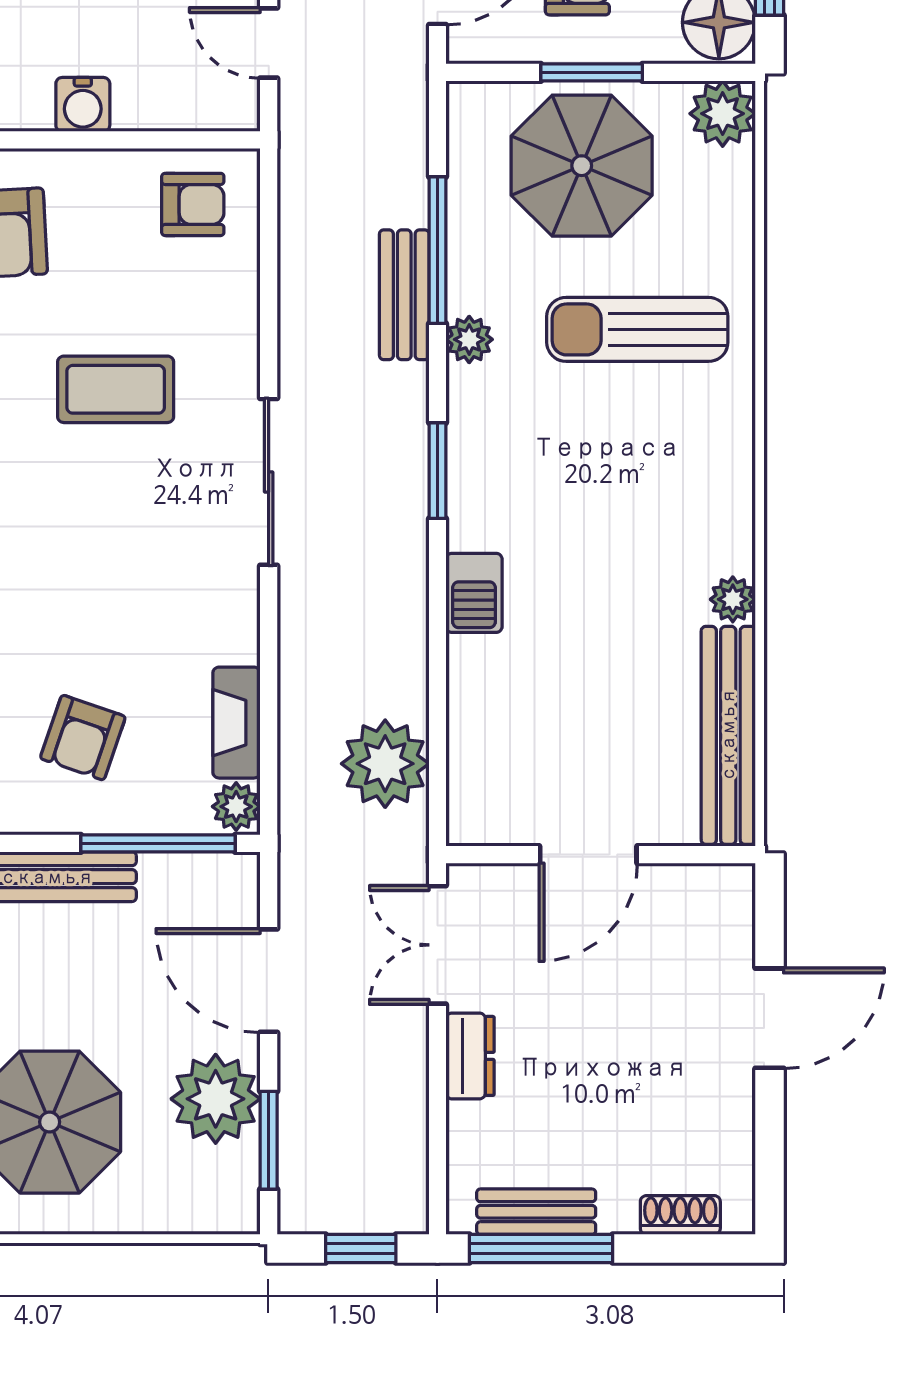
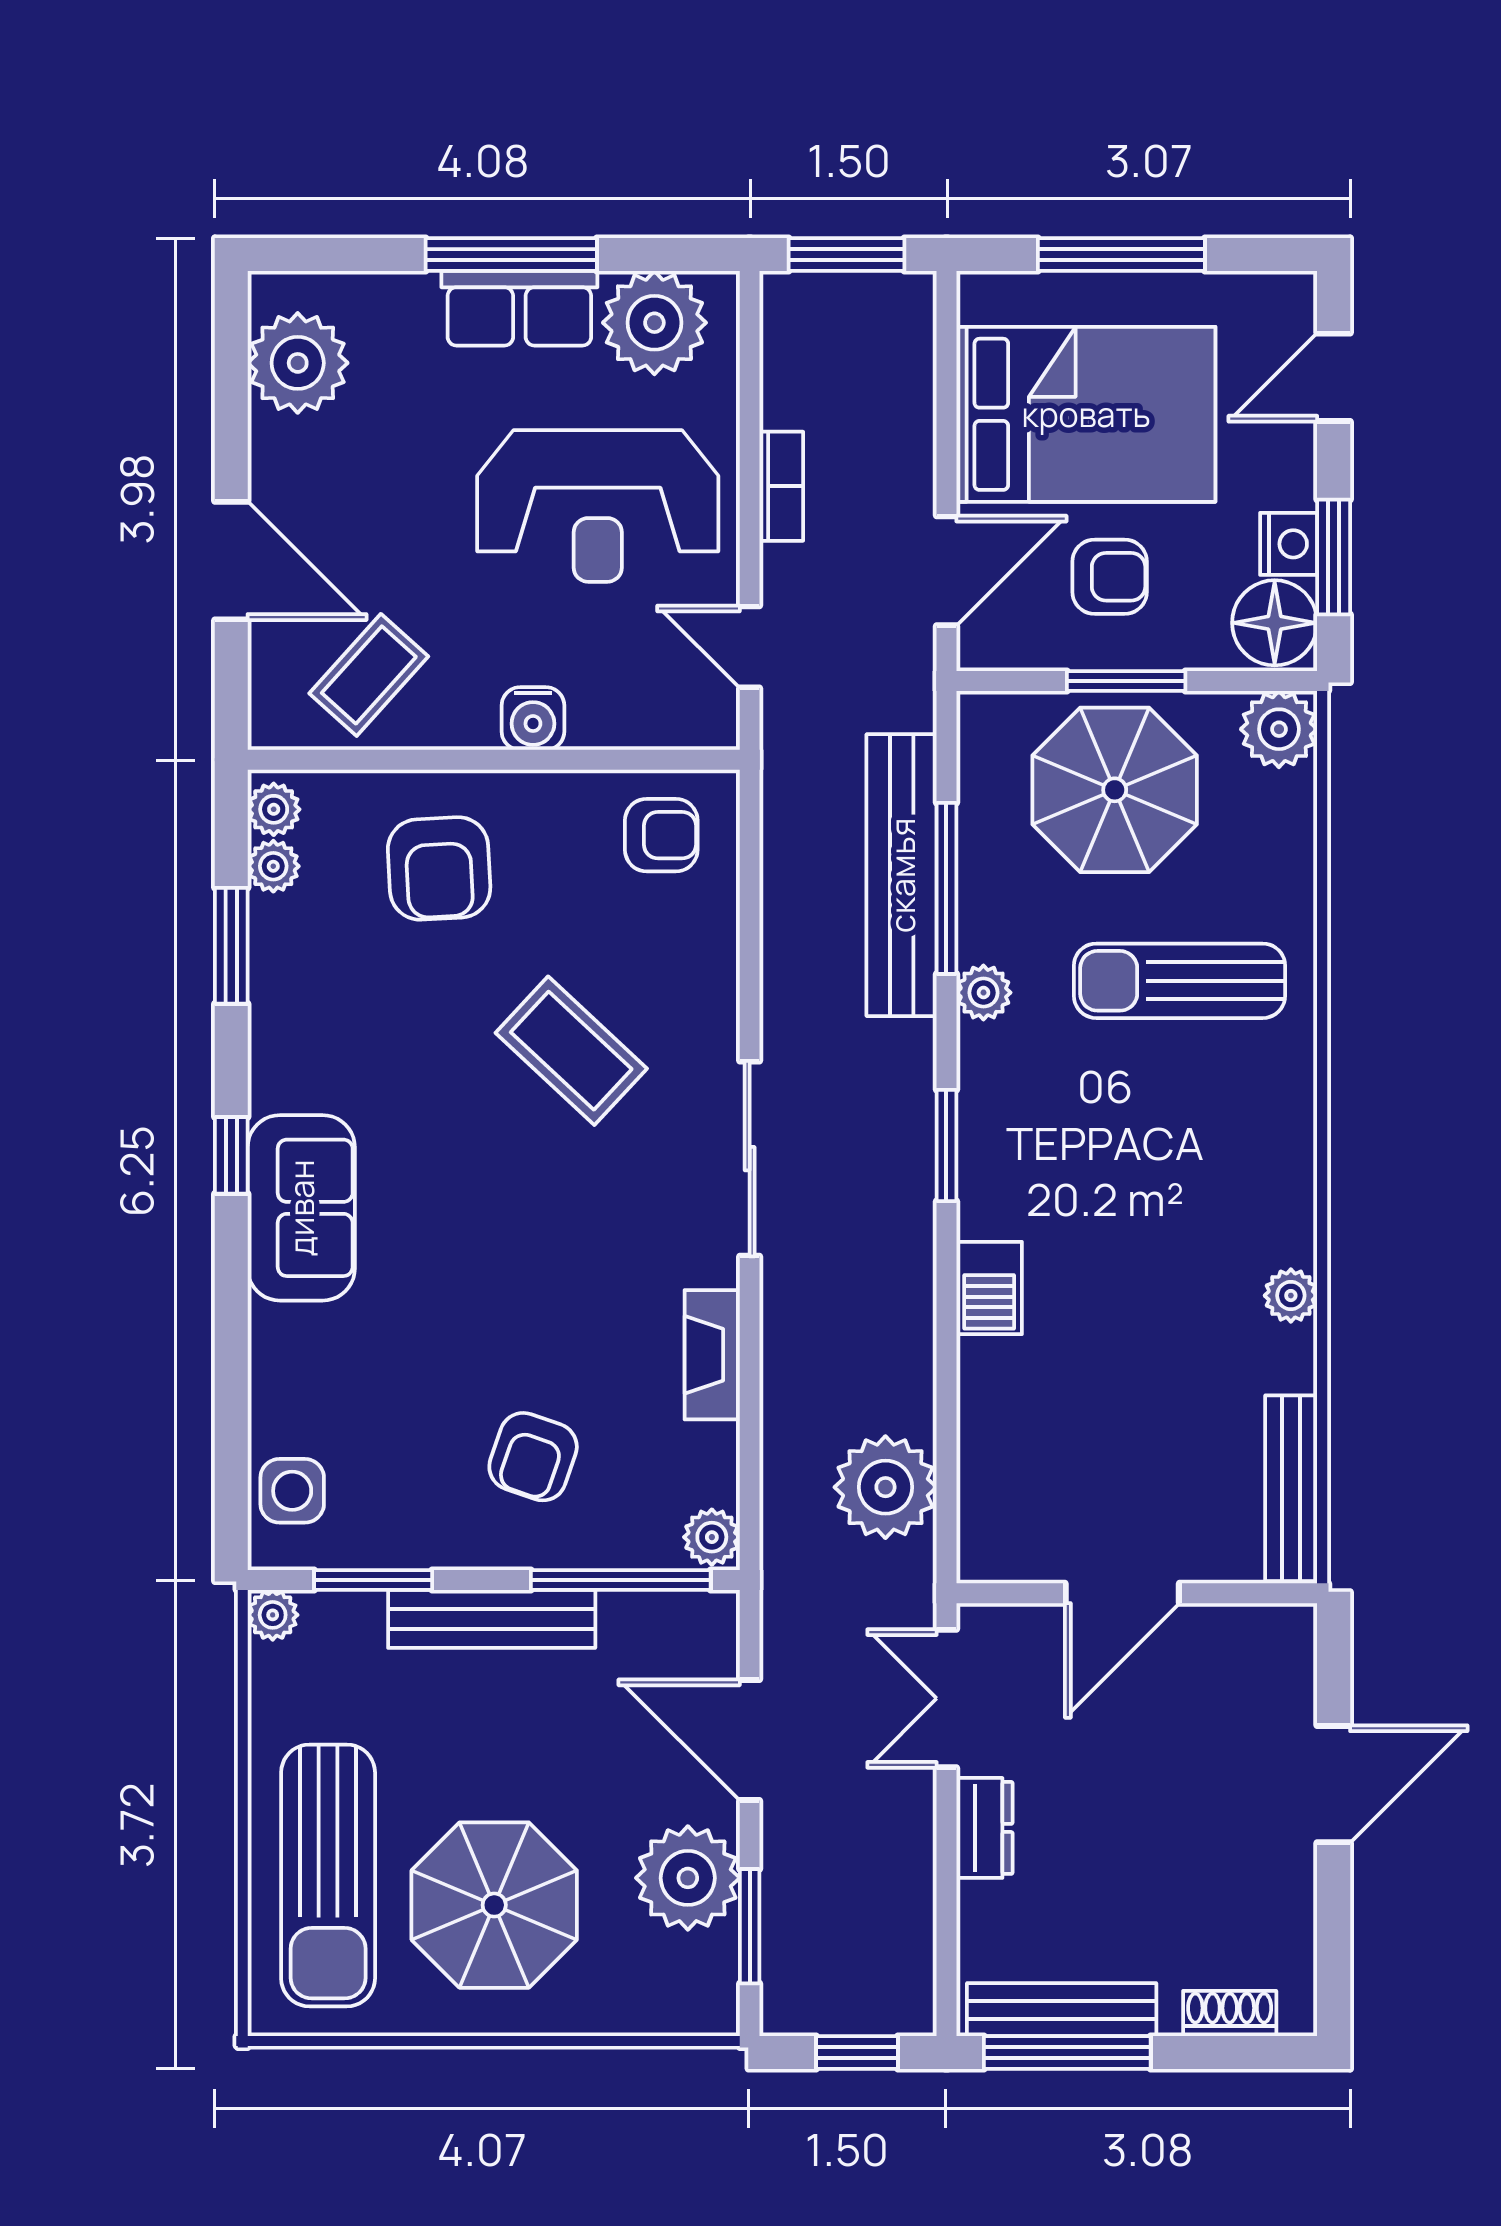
bench: (404, 295) -> (902, 875), width x1.86, depth x1.21
coffee table: (116, 389) -> (571, 1051), turned 43
fireplace: (236, 723) -> (712, 1355), moved
bench: (728, 735) -> (1291, 1488), width x0.73, depth x0.82
bench: (536, 1212) -> (1062, 2010), width x1.36

